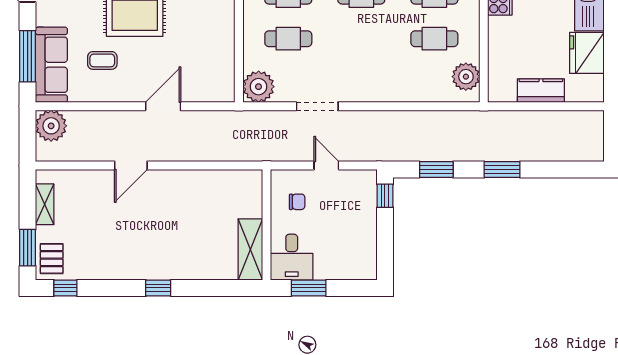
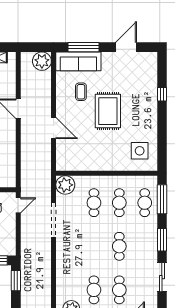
doorway: (317, 106) -> (54, 220), width x1.36
door: (326, 166) -> (18, 205), moved
window: (436, 169) -> (16, 281), moved

